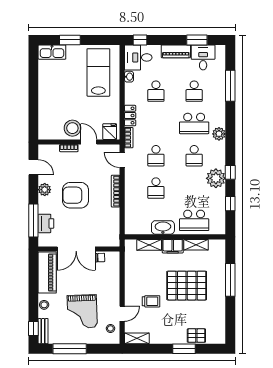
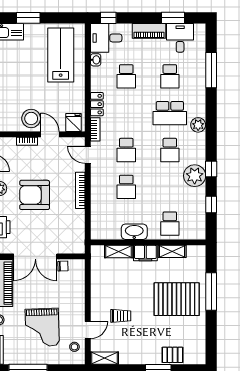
school desk: (194, 220) -> (170, 224), width x0.54
pallet: (187, 286) -> (177, 299), moved

